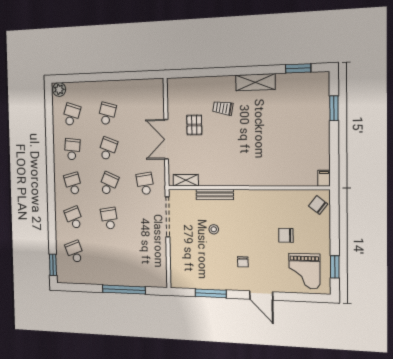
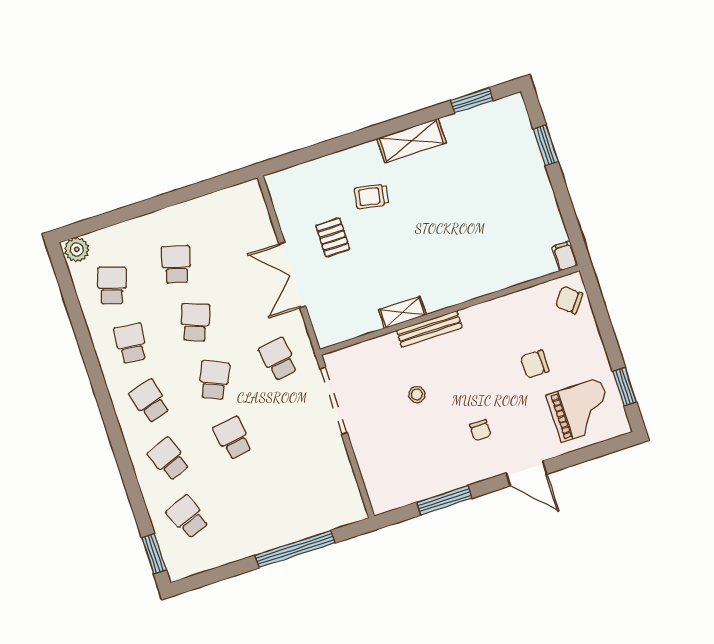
shelving: (186, 180) -> (402, 312), moved
bench: (215, 194) -> (429, 329), moved
grand piano: (304, 271) -> (581, 410), turned -90

